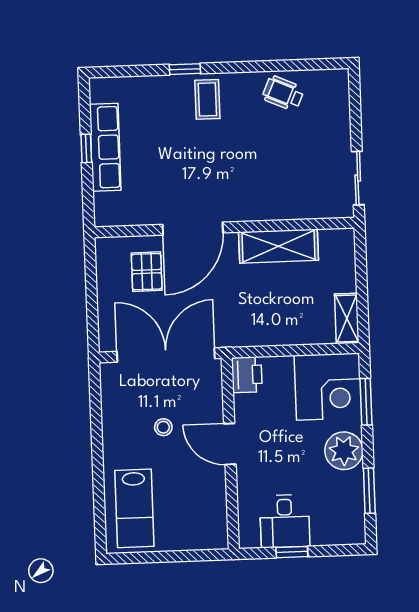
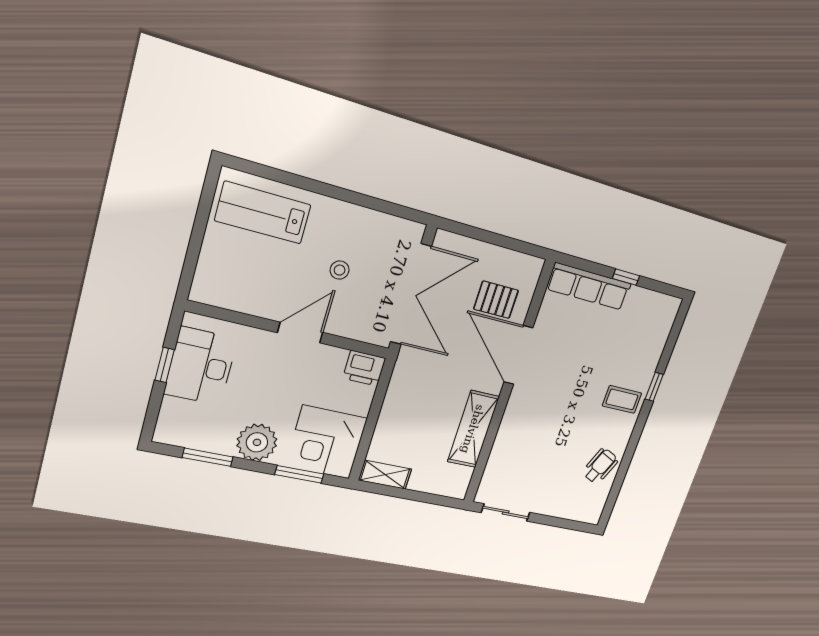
row of seats: (105, 147) -> (589, 286), moved
desk: (285, 521) -> (201, 366), width x1.37

